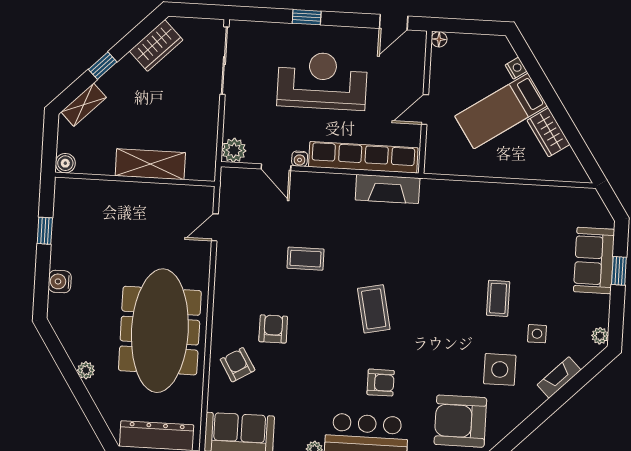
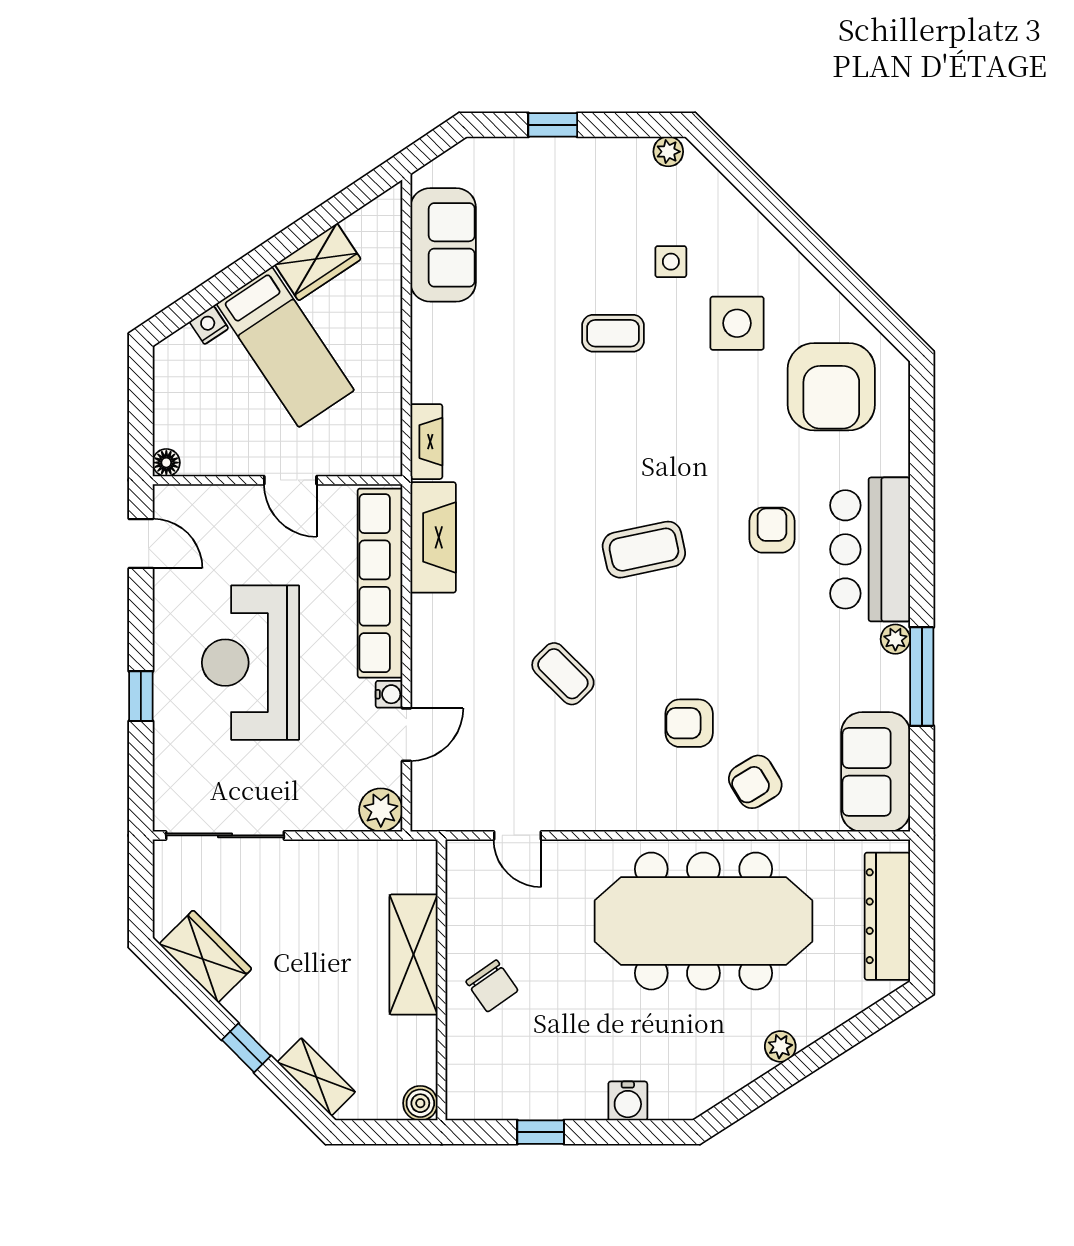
chair: (130, 208) -> (492, 986), added
coffee table: (306, 259) -> (563, 674), turned -45
sofa: (594, 261) -> (443, 245), moved, turned -90
fireplace: (559, 377) -> (426, 442), moved, turned -135

